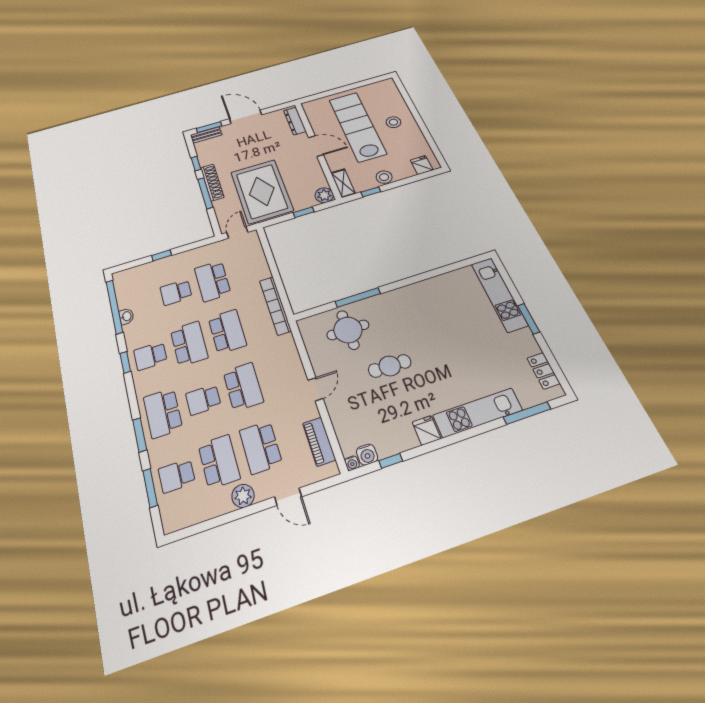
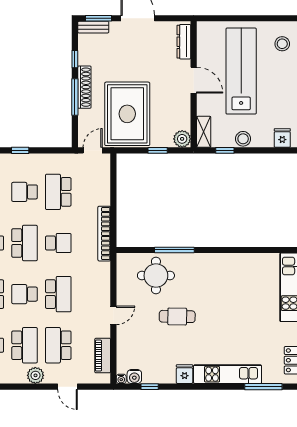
stool: (393, 122) -> (282, 44), moved
school desk: (227, 331) -> (58, 243), width x0.54

